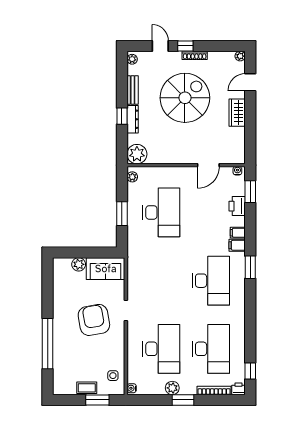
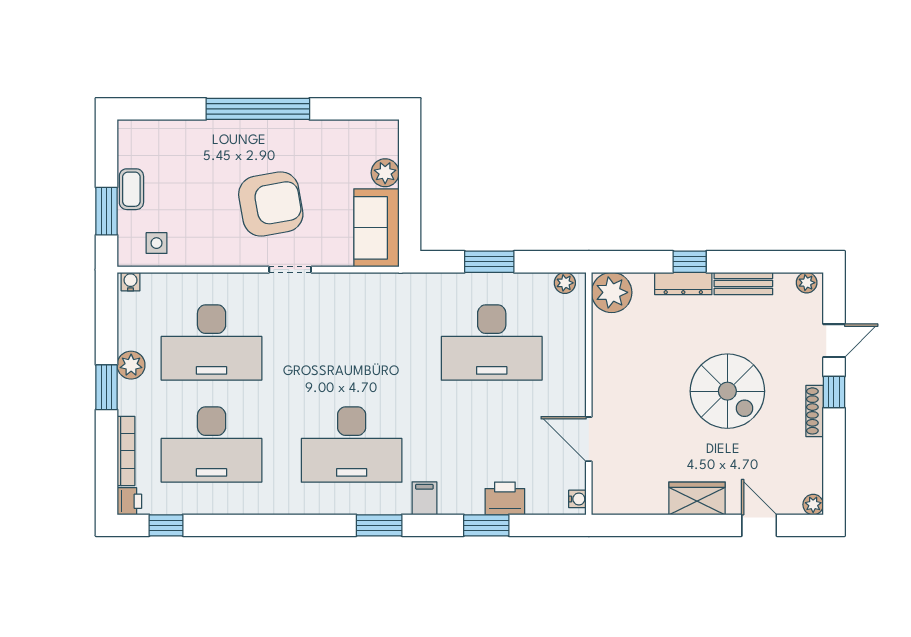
spiral stairs: (185, 98) -> (727, 391), width x0.73, depth x0.73
window: (250, 192) -> (486, 525), moved
filing cabinet: (238, 233) -> (450, 500), removed
window: (48, 344) -> (258, 109), moved

